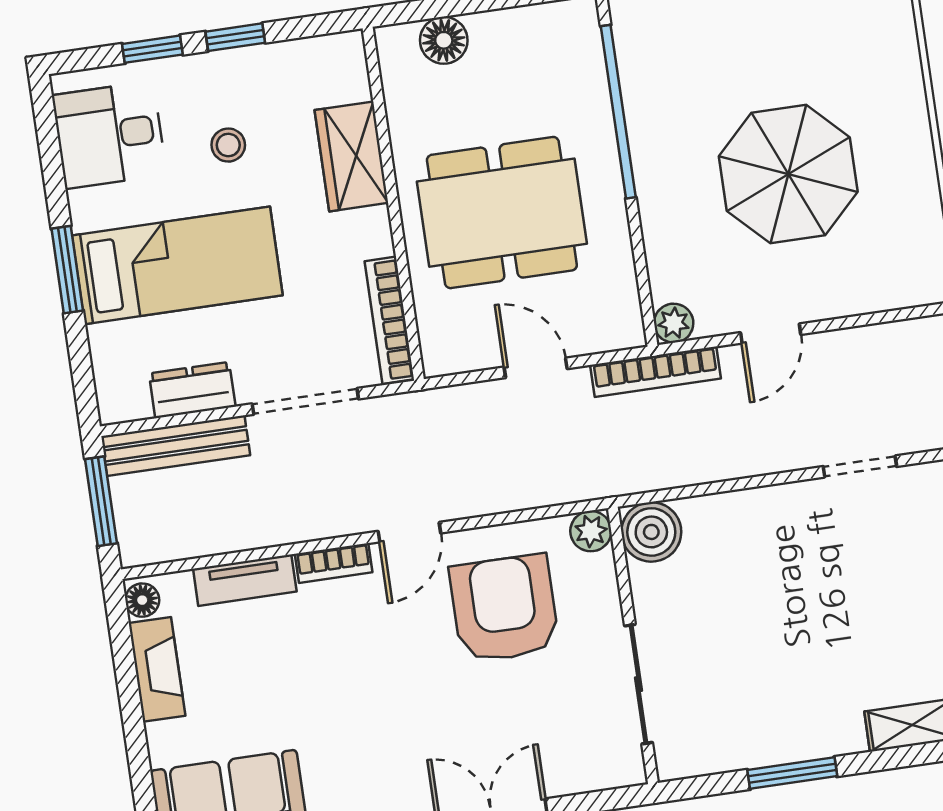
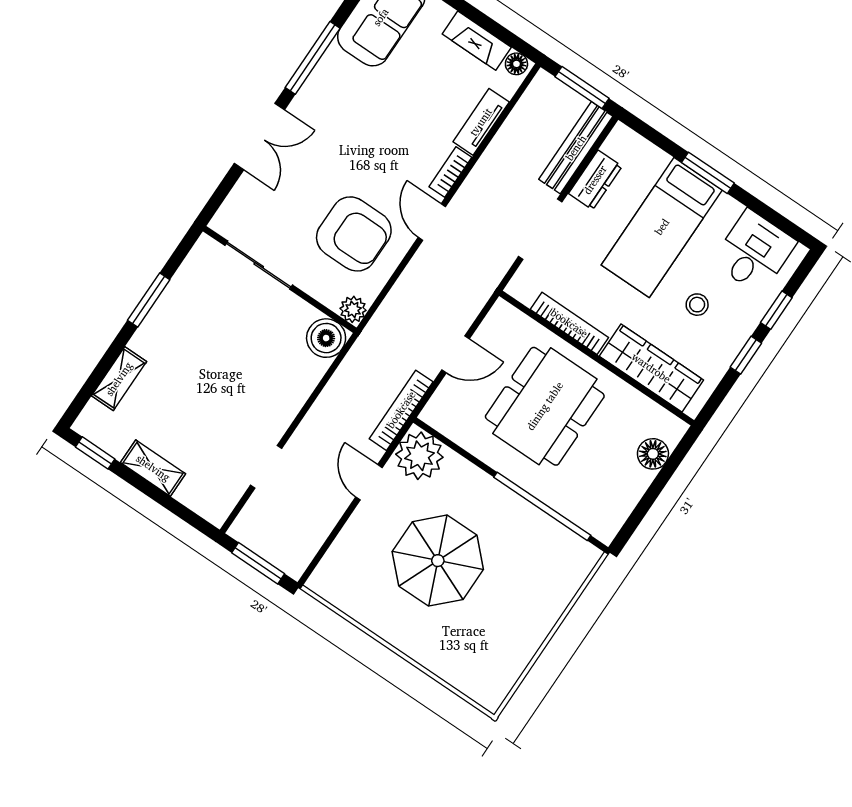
wardrobe: (351, 156) -> (651, 368), width x1.50
bookcase: (389, 320) -> (569, 323), moved
plant: (674, 323) -> (419, 456), width x1.87, depth x1.87

